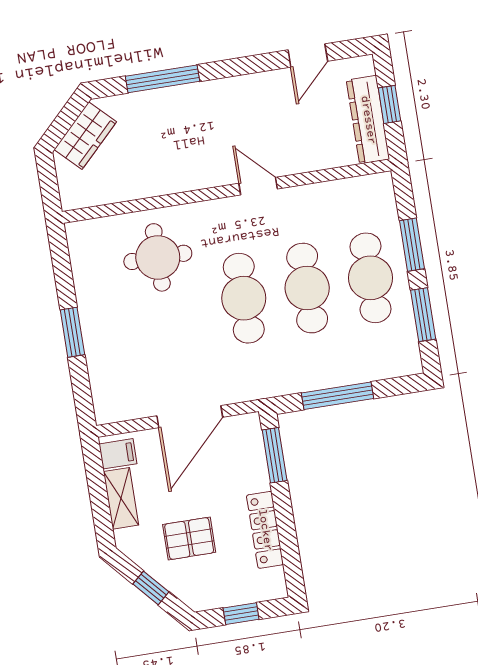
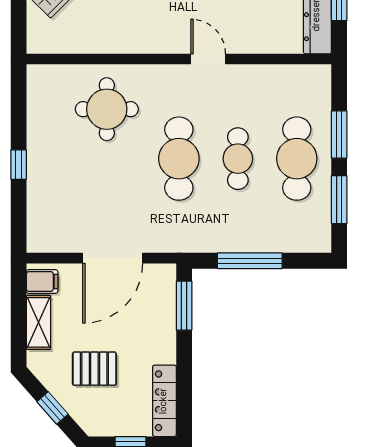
cafe table: (307, 288) -> (238, 159), width x0.73, depth x0.74
window: (72, 332) -> (19, 165), width x0.67
locker: (265, 530) -> (164, 401), moved

